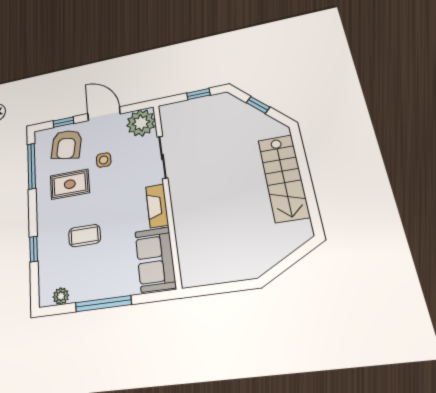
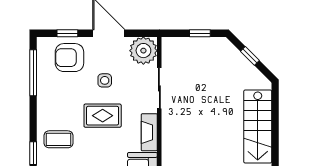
armchair: (67, 145) -> (69, 58), turned 80
rug: (70, 184) -> (103, 116), moved
coffee table: (85, 236) -> (58, 139), moved

